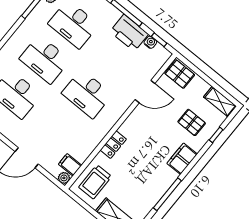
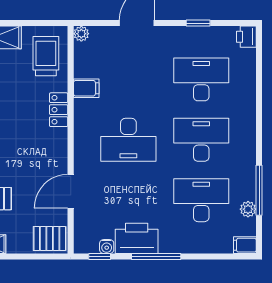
desk: (87, 94) -> (128, 140), turned 180
filing cabinet: (70, 165) -> (86, 88), moved

